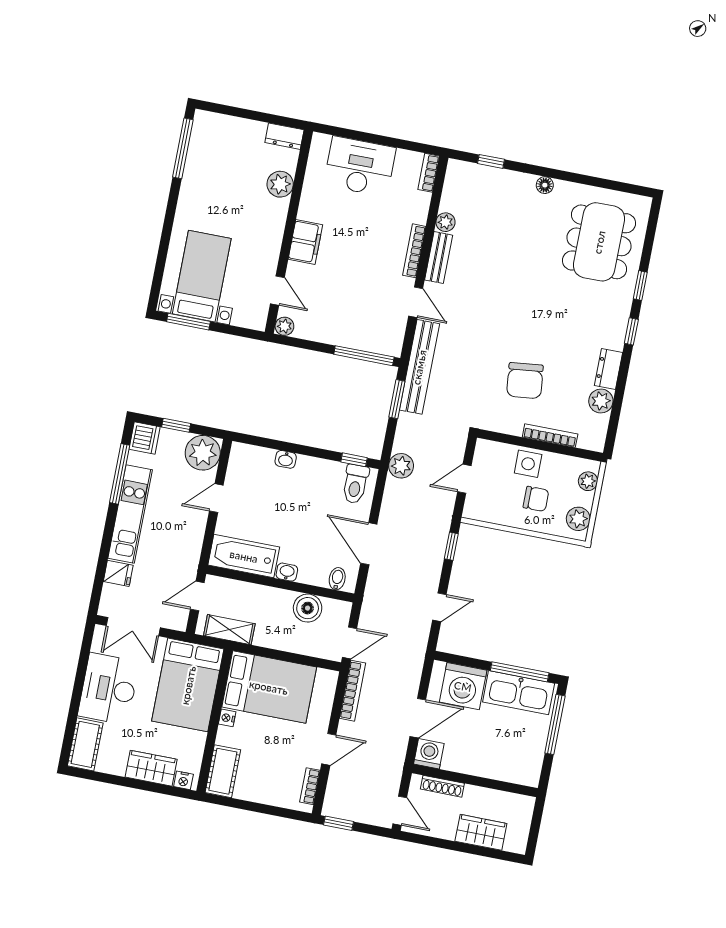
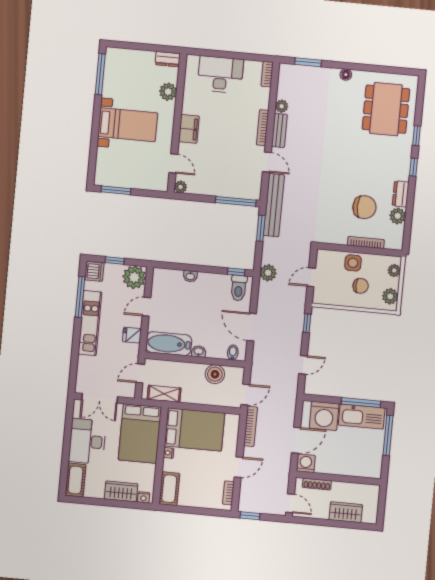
window: (491, 161) -> (308, 62), width x1.50
bed with nightstands: (202, 276) -> (128, 125), moved, turned 90
chair: (525, 381) -> (364, 207), moved, turned -84
fridge: (118, 573) -> (132, 335), moved, turned 180

